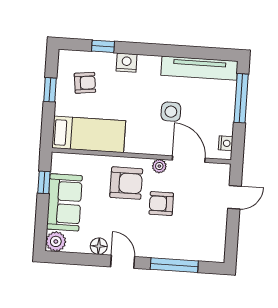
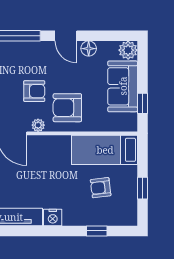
nightstand: (127, 63) -> (53, 218), moved
armchair: (85, 83) -> (101, 188), moved
side table: (171, 112) -> (31, 176), removed

